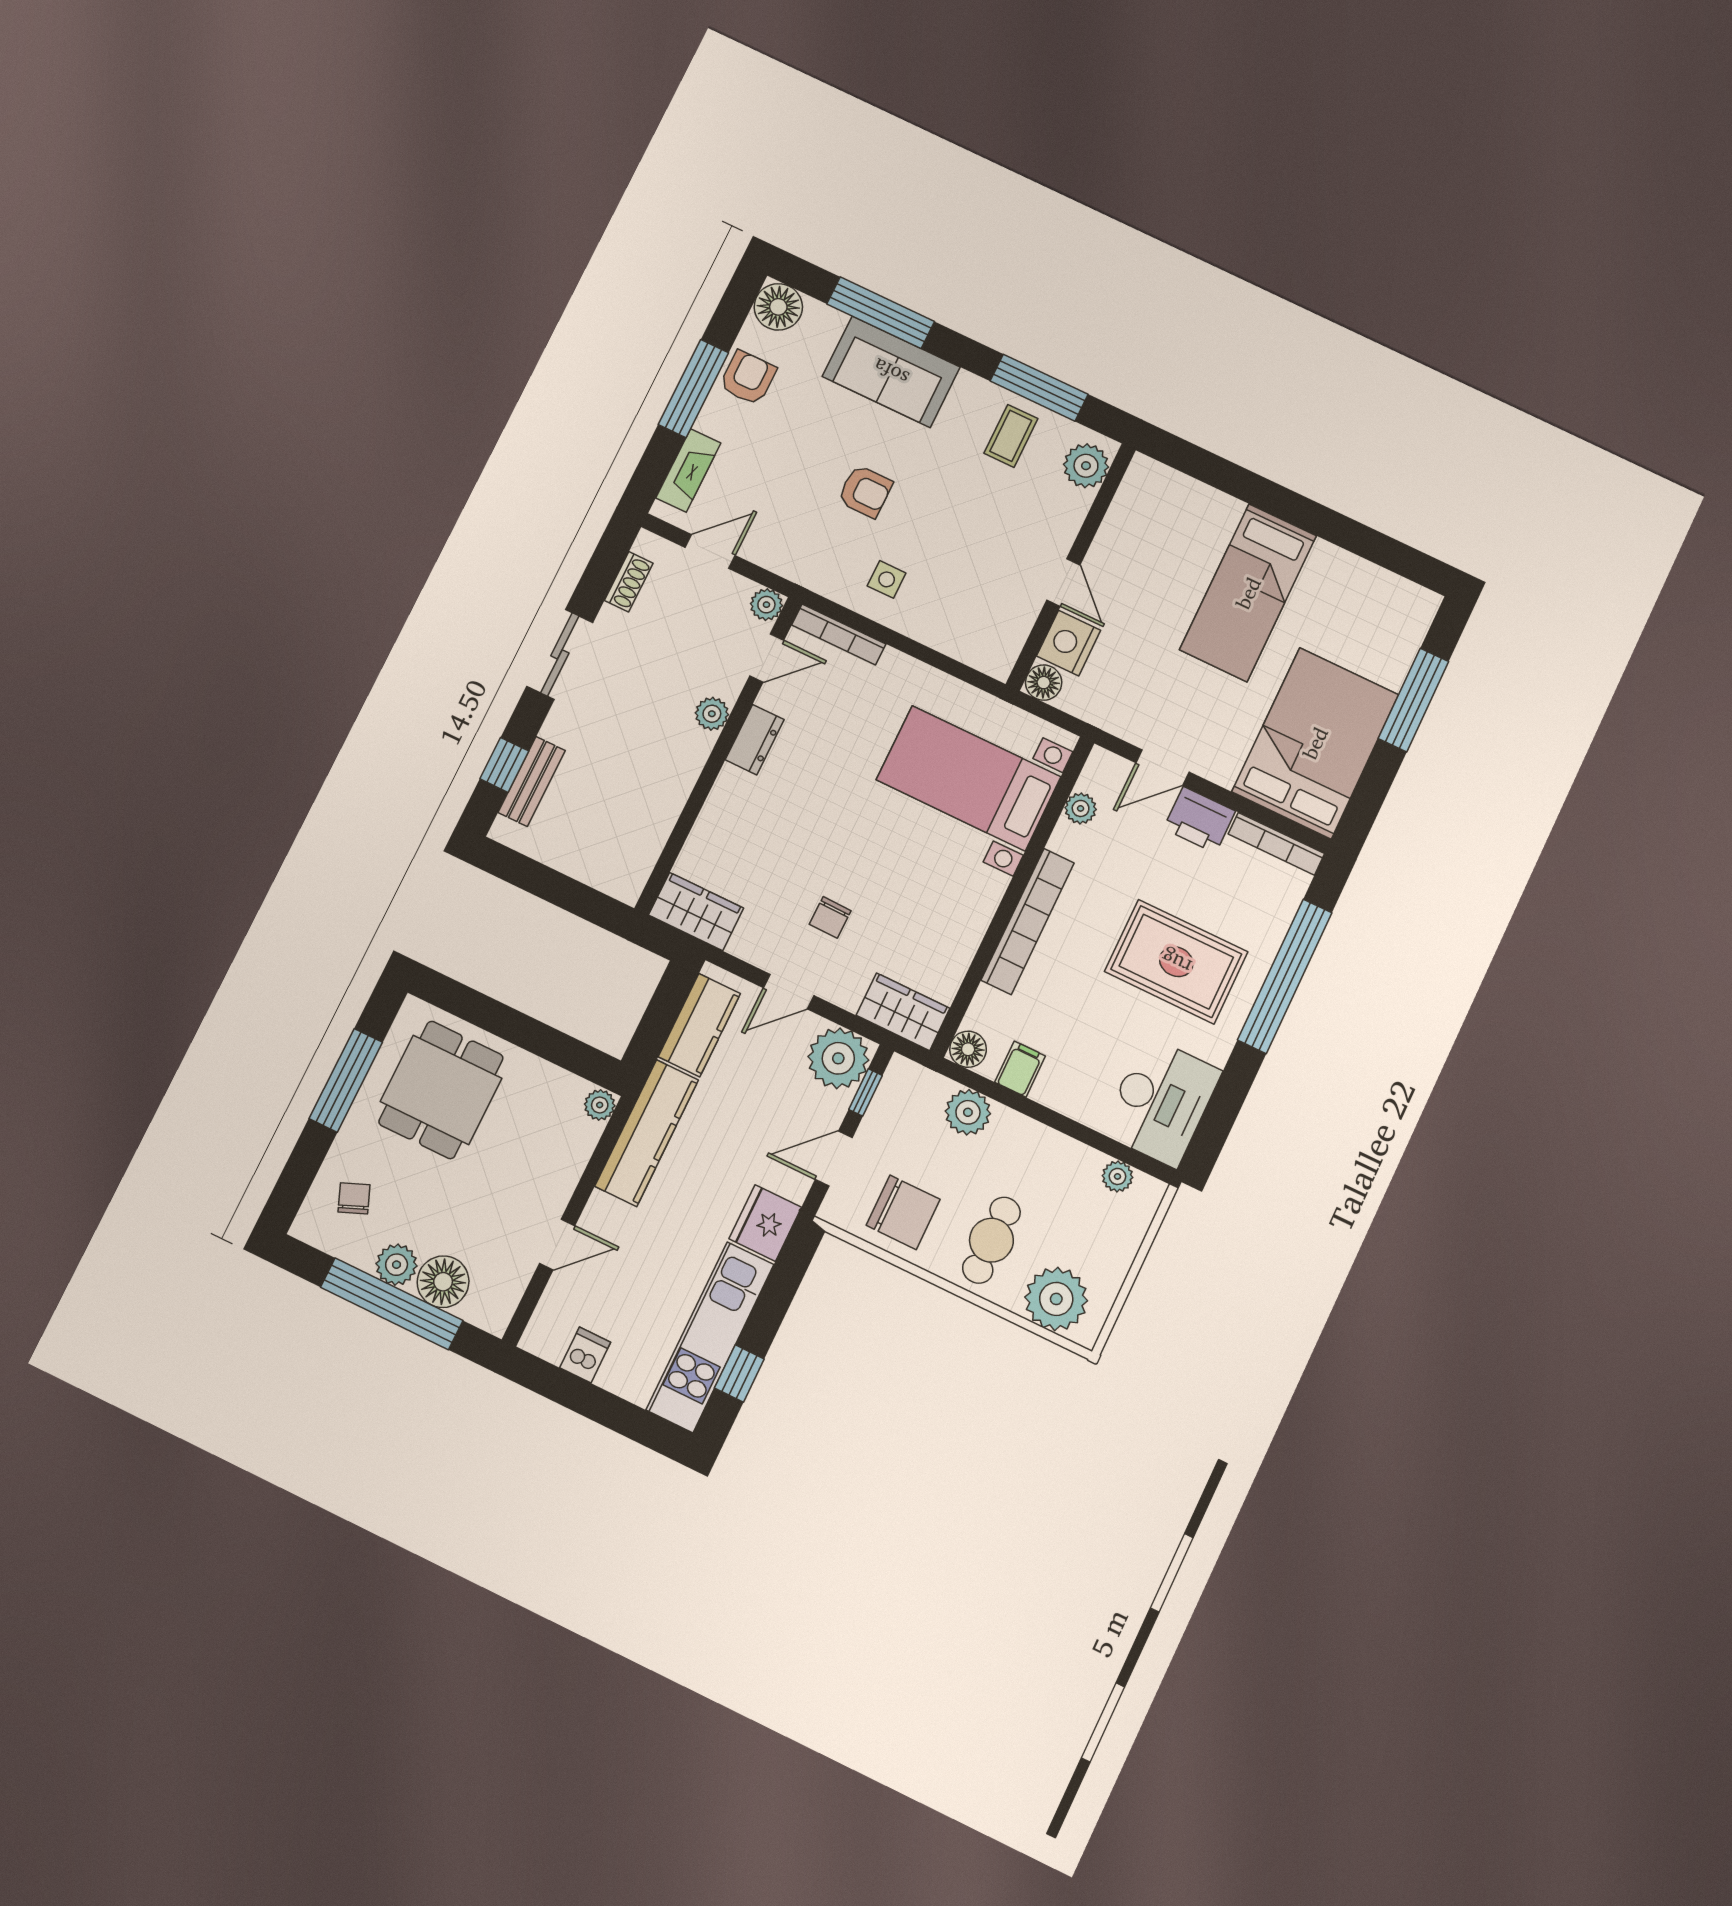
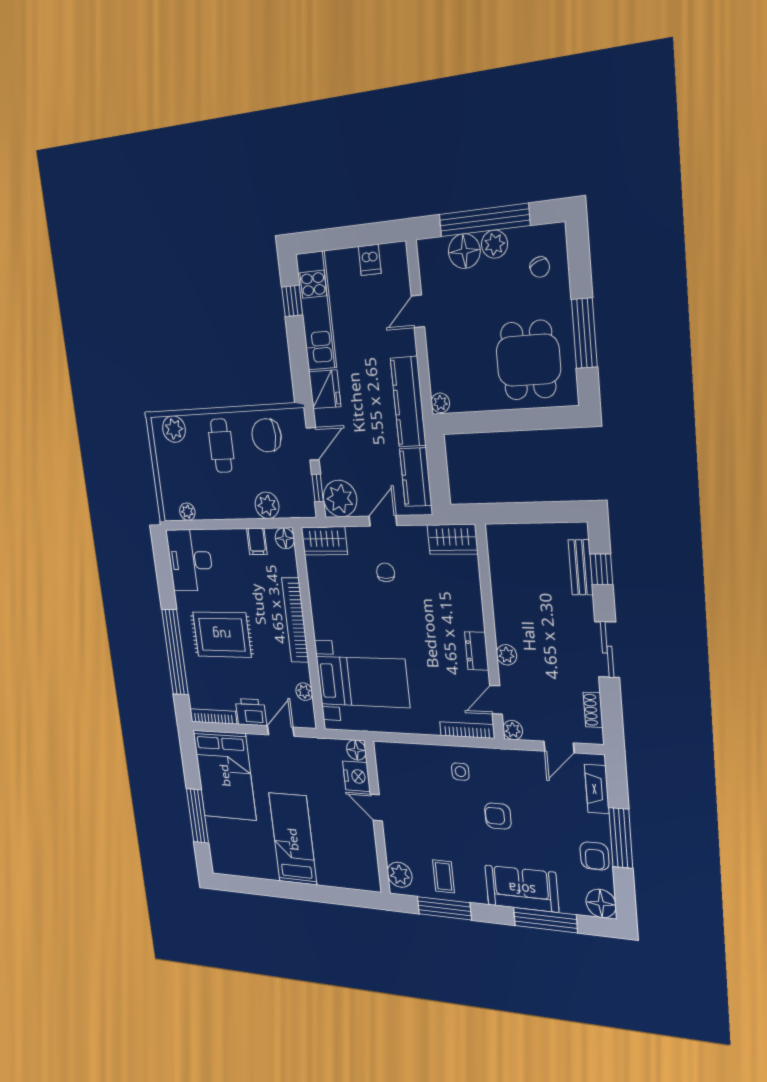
plant: (1056, 1299) -> (174, 429), width x0.73, depth x0.73

